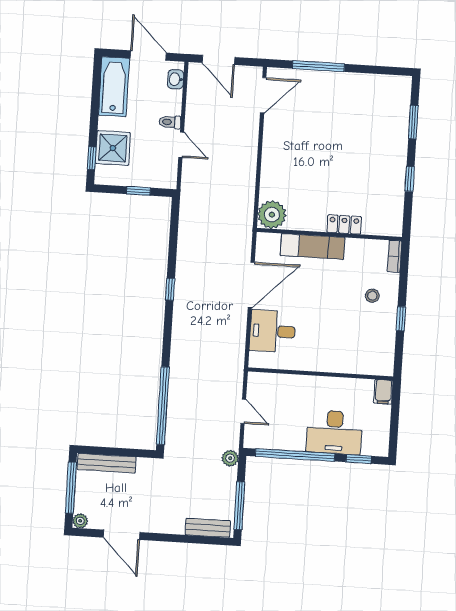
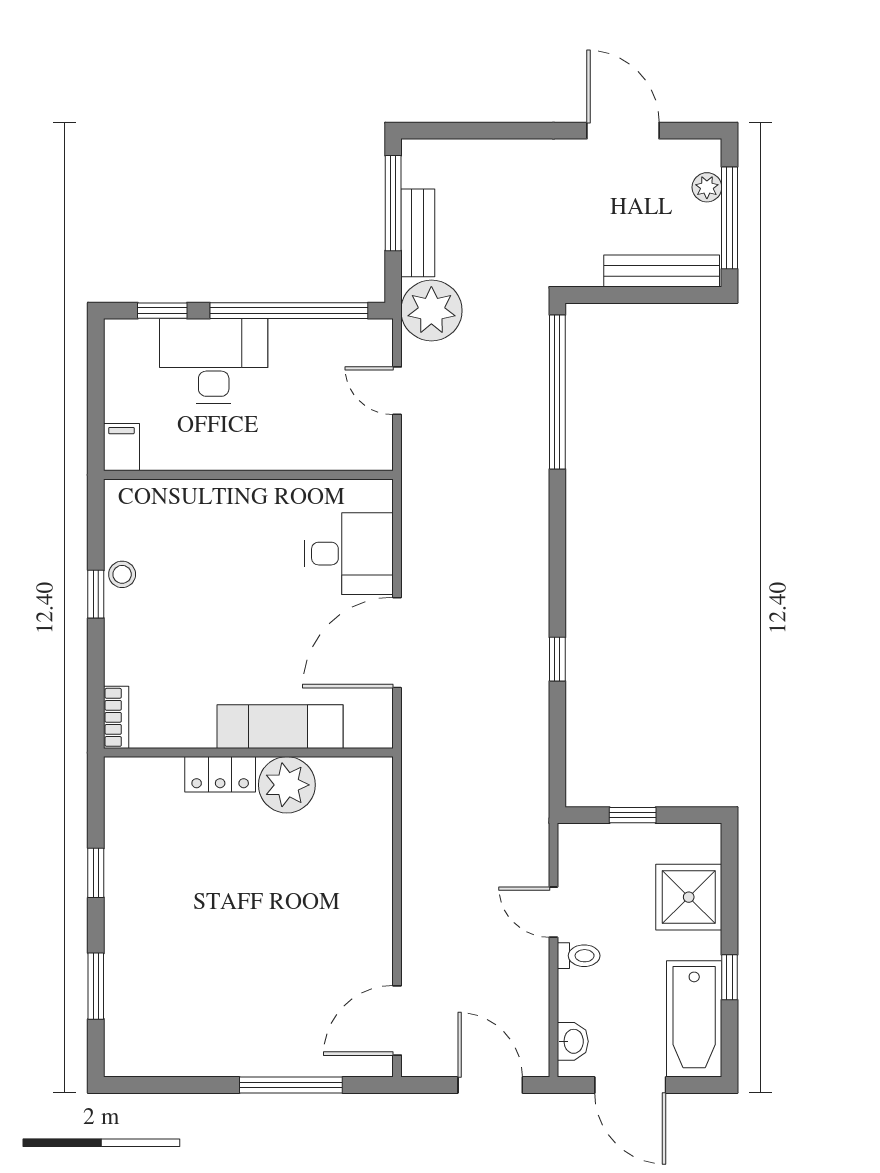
window: (92, 158) -> (729, 977), moved
plant: (272, 215) -> (287, 785), moved
window: (170, 289) -> (557, 659), moved
stool: (372, 296) -> (122, 574), moved
plant: (230, 458) -> (431, 311), width x1.87, depth x1.87
plant: (80, 521) -> (707, 187), moved
bench: (208, 528) -> (418, 233), moved, turned 90

